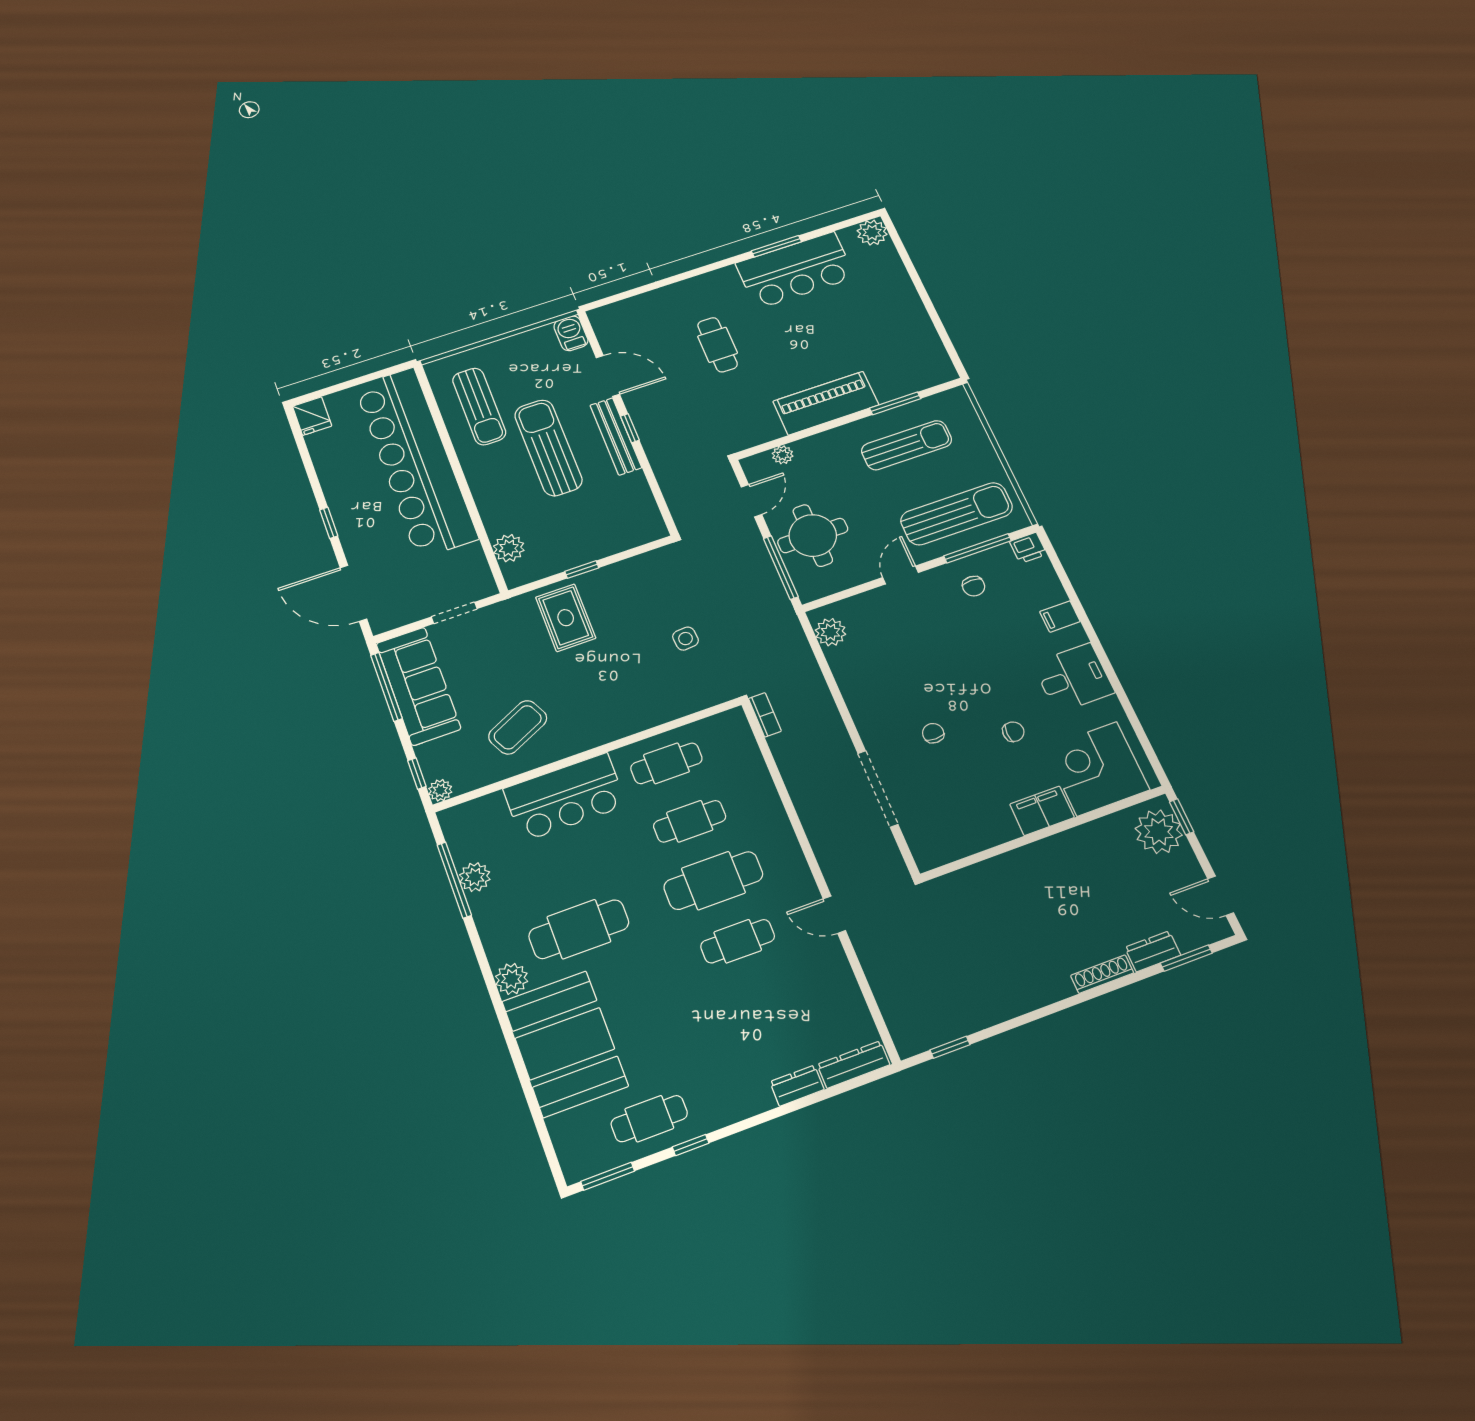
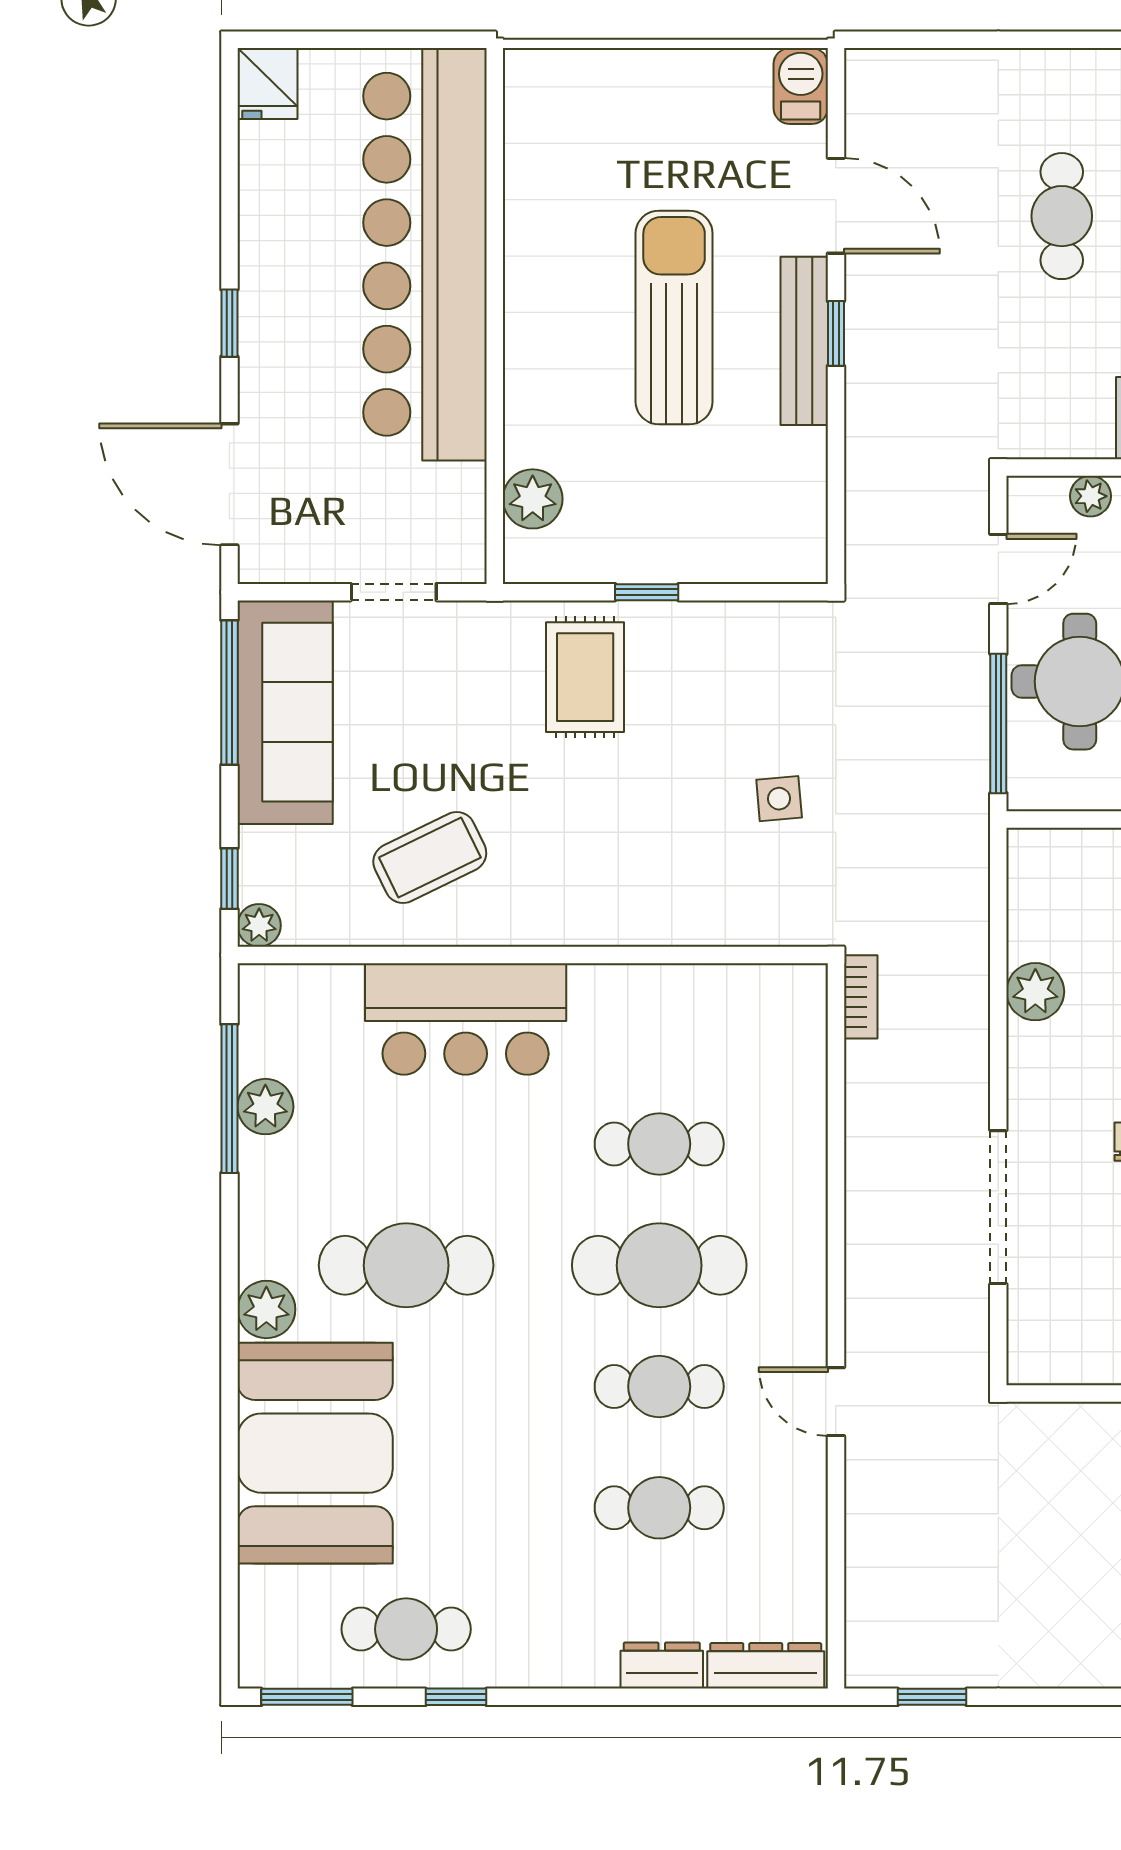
sun lounger: (479, 406) -> (578, 180), removed
plant: (830, 632) -> (1035, 992), moved
cafe table: (666, 763) -> (659, 1508), moved

